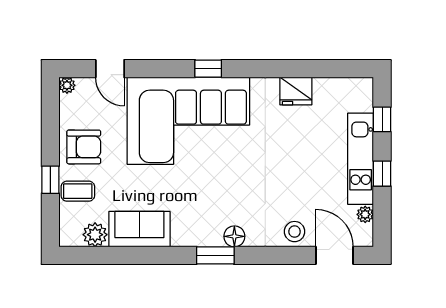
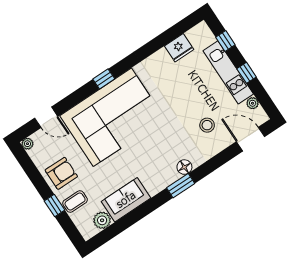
fridge: (296, 91) -> (179, 48), moved
stool: (295, 232) -> (207, 125), moved

